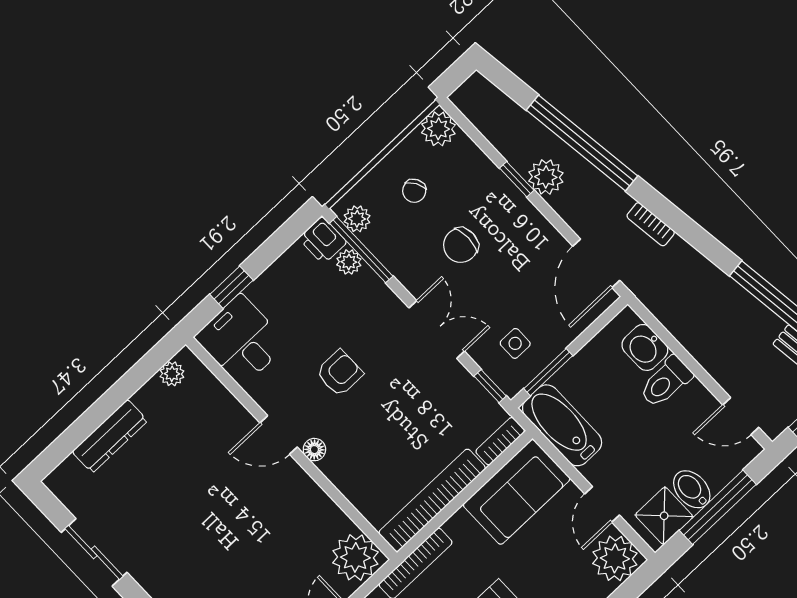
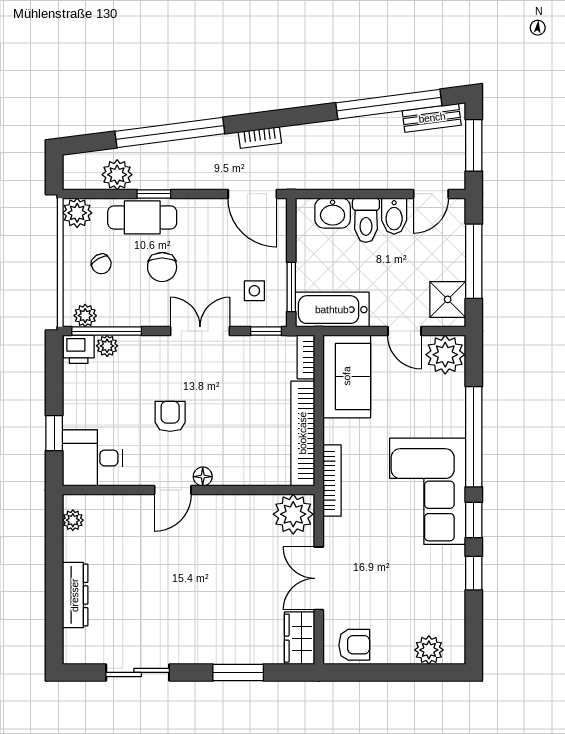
plant: (546, 177) -> (117, 175), moved
cafe table: (487, 188) -> (142, 217), added
bidet: (692, 489) -> (394, 216), moved, turned -90

